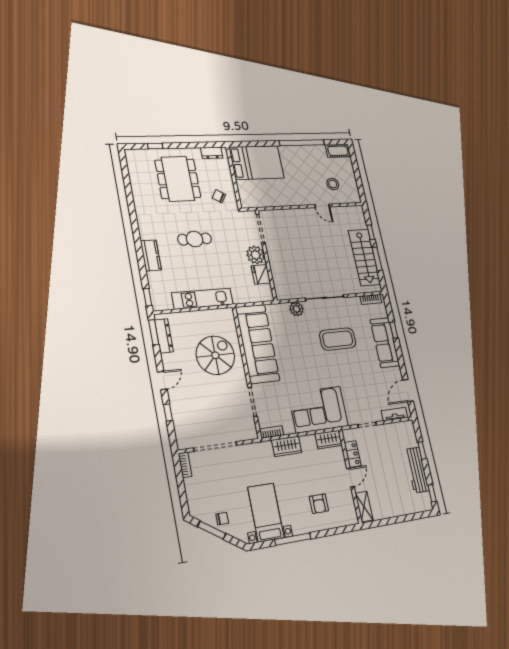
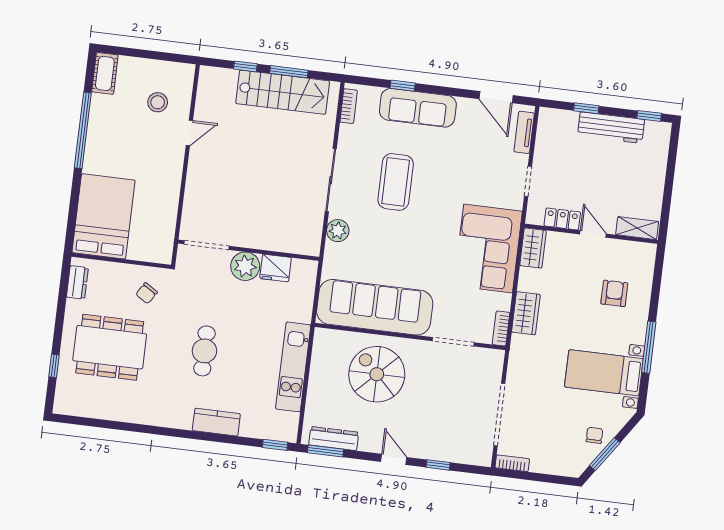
armchair: (319, 504) -> (614, 293), turned -90

